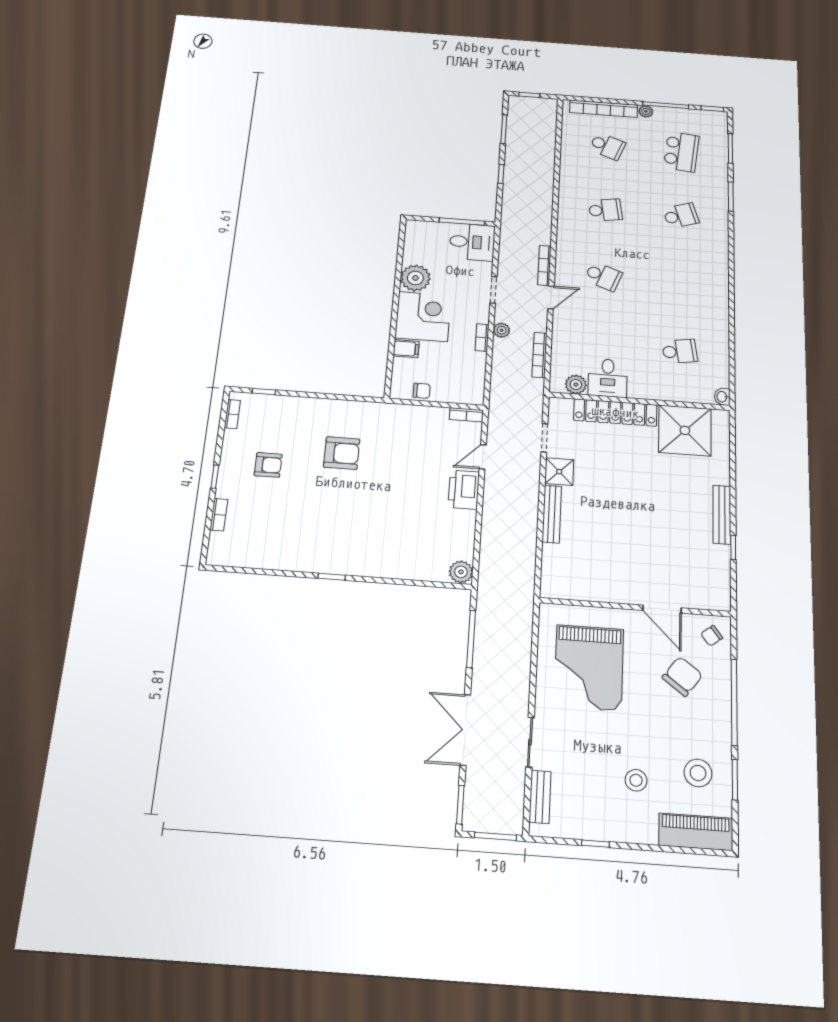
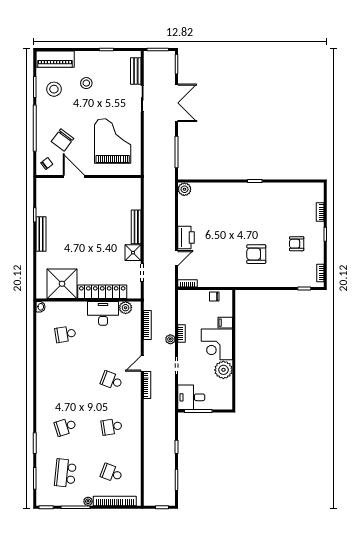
desk: (608, 378) -> (103, 313), width x1.37

